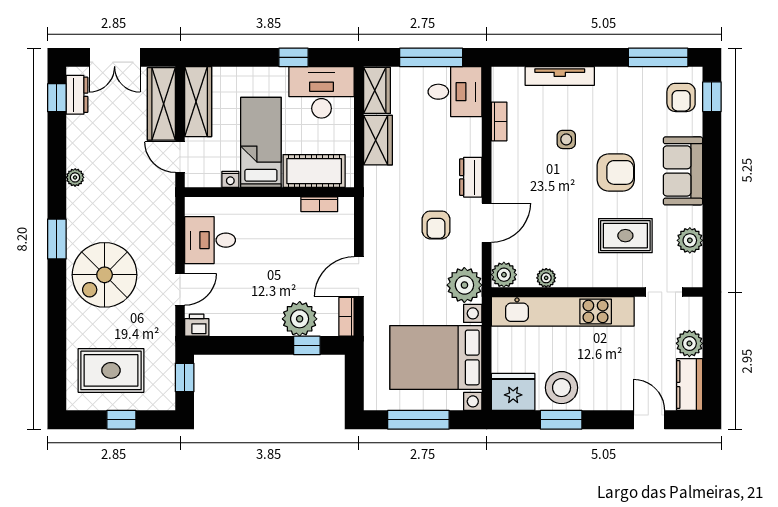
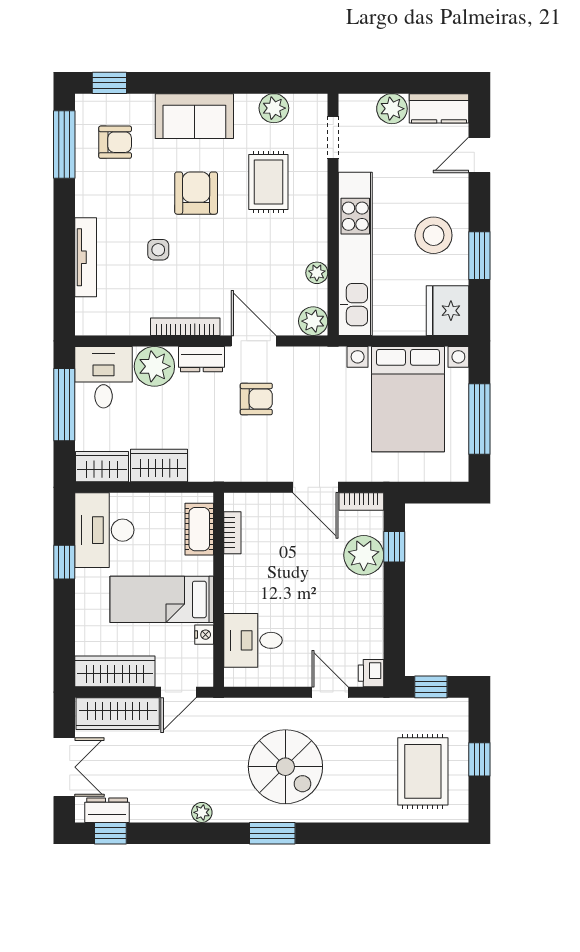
armchair: (681, 97) -> (115, 142), moved
bookcase: (499, 121) -> (185, 327), moved, width x1.56
cot: (314, 171) -> (199, 529), width x0.73, depth x0.75
desk: (210, 240) -> (253, 640), moved, turned 90
spiral stairs: (105, 275) -> (285, 767), moved
plant: (464, 285) -> (154, 366), moved
stool: (562, 388) -> (434, 235), moved

